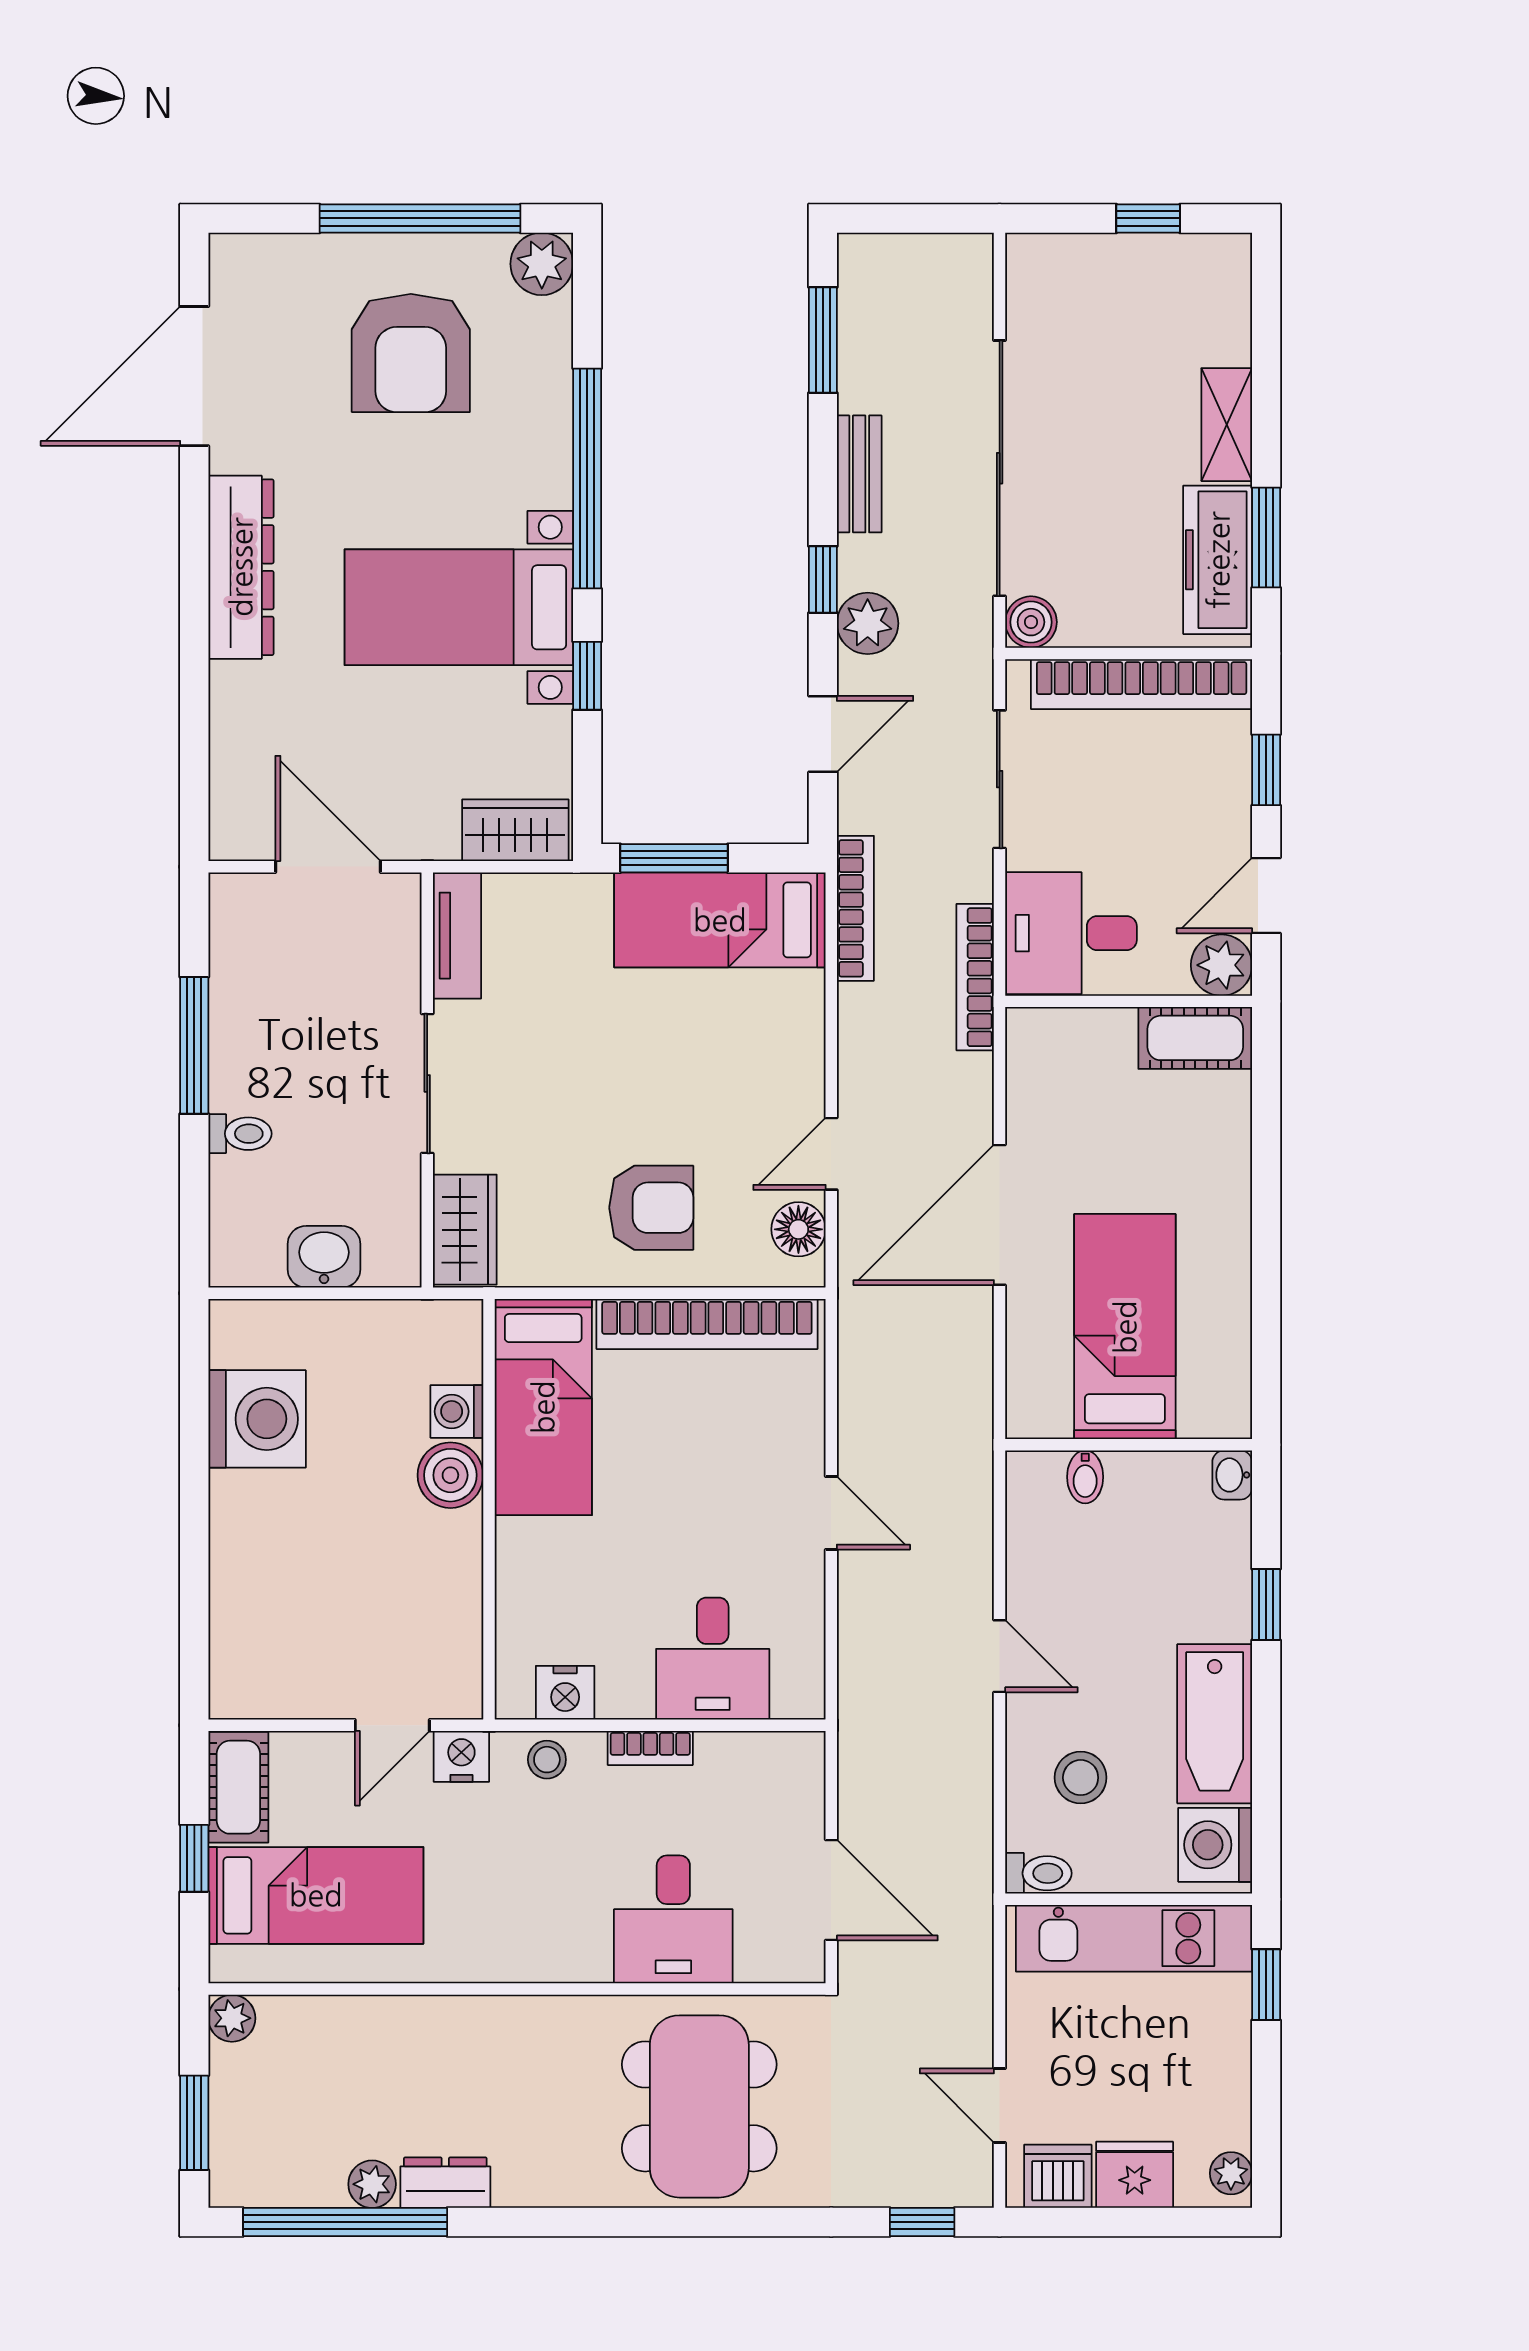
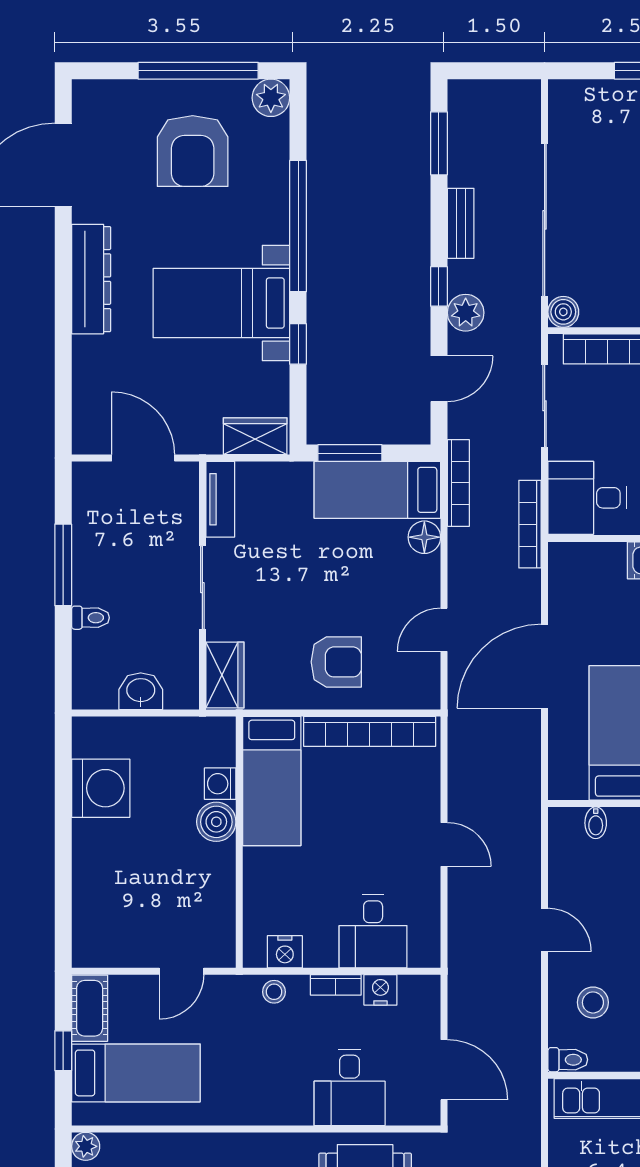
floor lamp: (798, 1229) -> (424, 537), moved
nightstand: (461, 1756) -> (380, 990), moved

